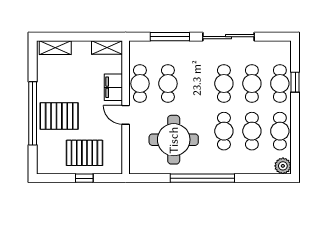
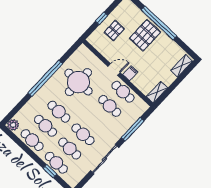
filing cabinet: (113, 87) -> (130, 73), width x0.50
pallet: (84, 153) -> (114, 30), width x0.67, depth x0.71

